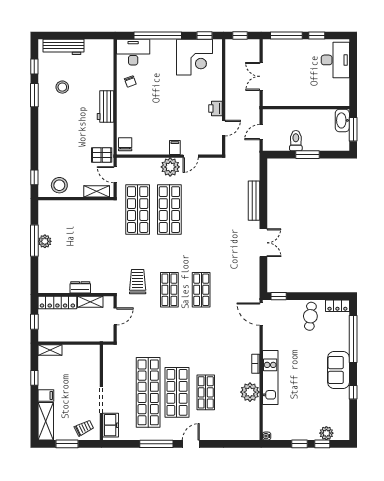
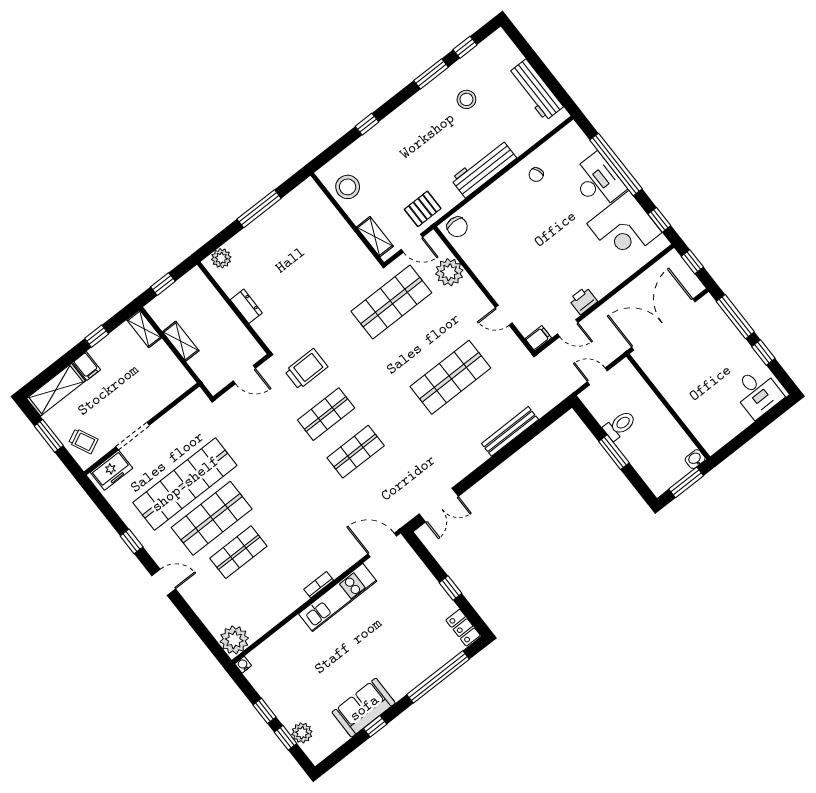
workbench: (63, 47) -> (536, 90), moved
desk: (133, 52) -> (598, 182), moved
desk: (335, 60) -> (757, 393), width x0.73
double door: (261, 76) -> (663, 325), width x1.87
workbench: (106, 106) -> (484, 169), width x1.37
washbasin: (342, 120) -> (695, 459), width x0.52, depth x0.69
chair: (125, 144) -> (457, 227), turned 90
filing cabinet: (175, 148) -> (538, 338), moved
pallet: (102, 155) -> (423, 209), turned 90
plant: (170, 167) -> (449, 272), moved
door: (115, 175) -> (412, 243), swing flipped
window: (34, 177) -> (367, 124), moved
shop shelf: (169, 210) -> (450, 377), moved
plant: (45, 241) -> (221, 258), moved
double door: (263, 243) -> (439, 505), moved
window: (279, 296) -> (451, 588), moved
locker: (57, 302) -> (207, 293), removed
shelving: (90, 302) -> (181, 341), moved
door: (261, 314) -> (382, 545), hinge flipped
cafe table: (310, 316) -> (425, 605), removed
sofa: (339, 370) -> (364, 708), moved
kitchen unit: (270, 377) -> (338, 597), moved
plant: (250, 392) -> (234, 640), moved
window: (156, 444) -> (132, 541), width x0.46

